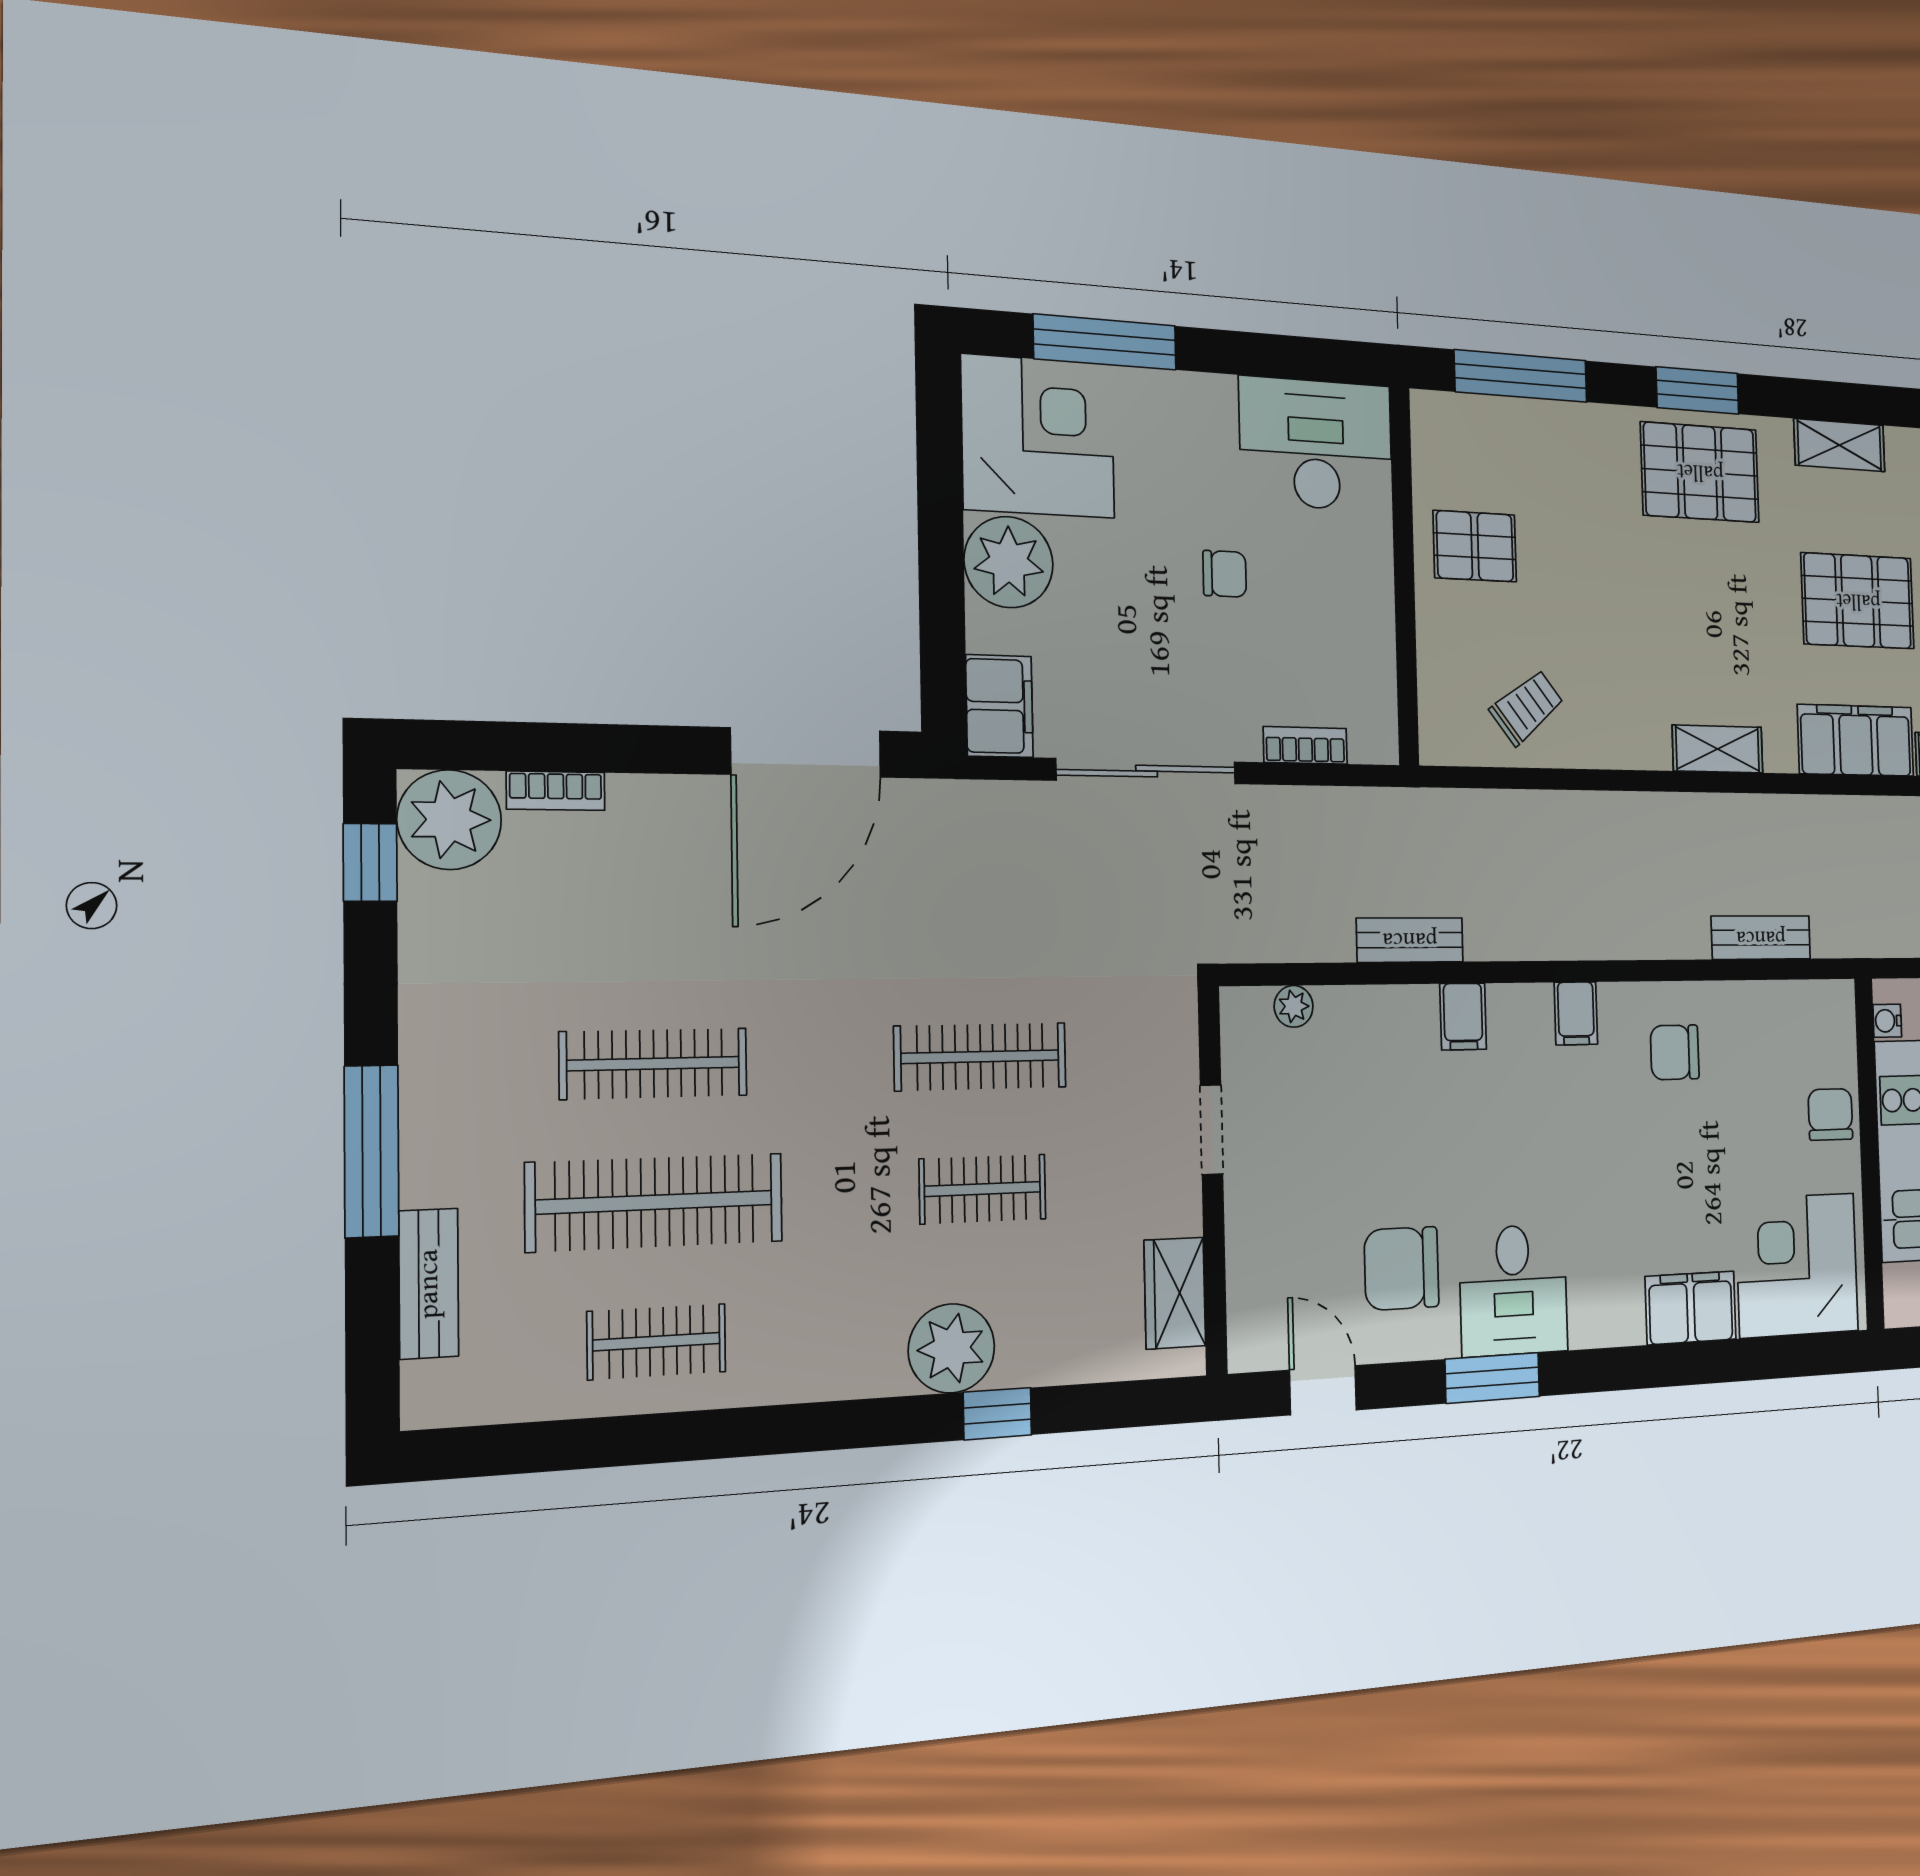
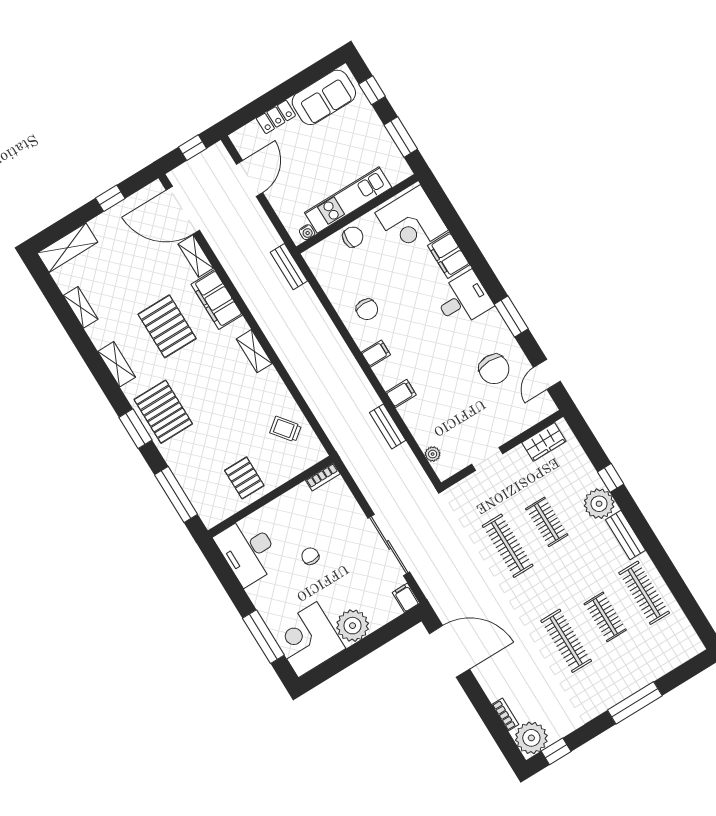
filing cabinet: (999, 706) -> (406, 598), width x0.50
bookcase: (1305, 745) -> (323, 477), moved, turned -90
bench: (1761, 938) -> (289, 267), moved
chair: (1830, 1114) -> (353, 237), turned 180
clothes rail: (655, 1202) -> (605, 617), width x0.54, depth x0.76
bench: (429, 1284) -> (625, 535), moved, turned 90
desk: (1513, 1290) -> (463, 299), moved
clothes rail: (657, 1342) -> (644, 593), width x1.36

